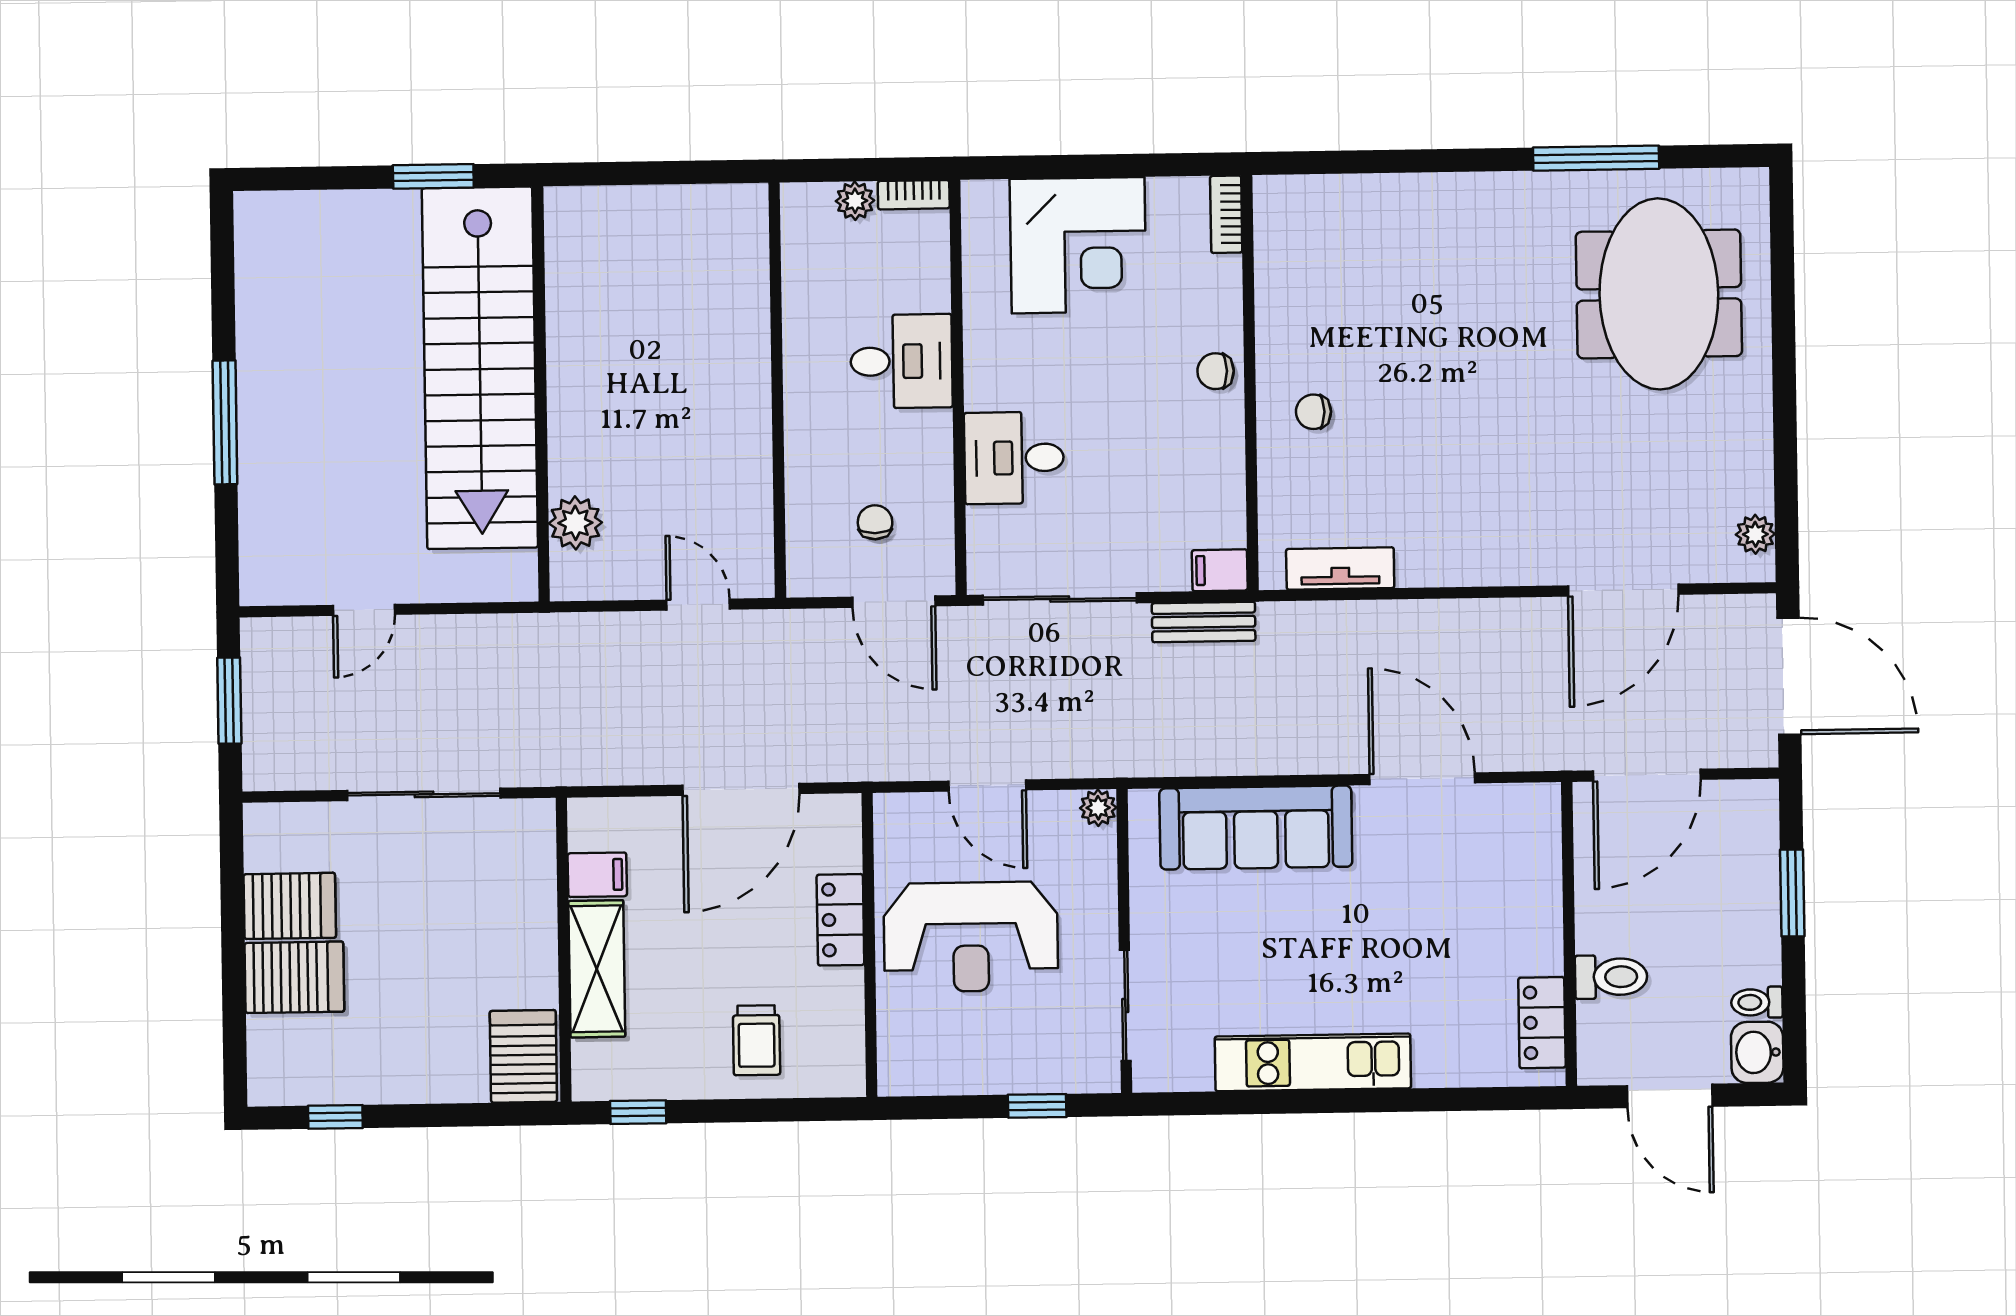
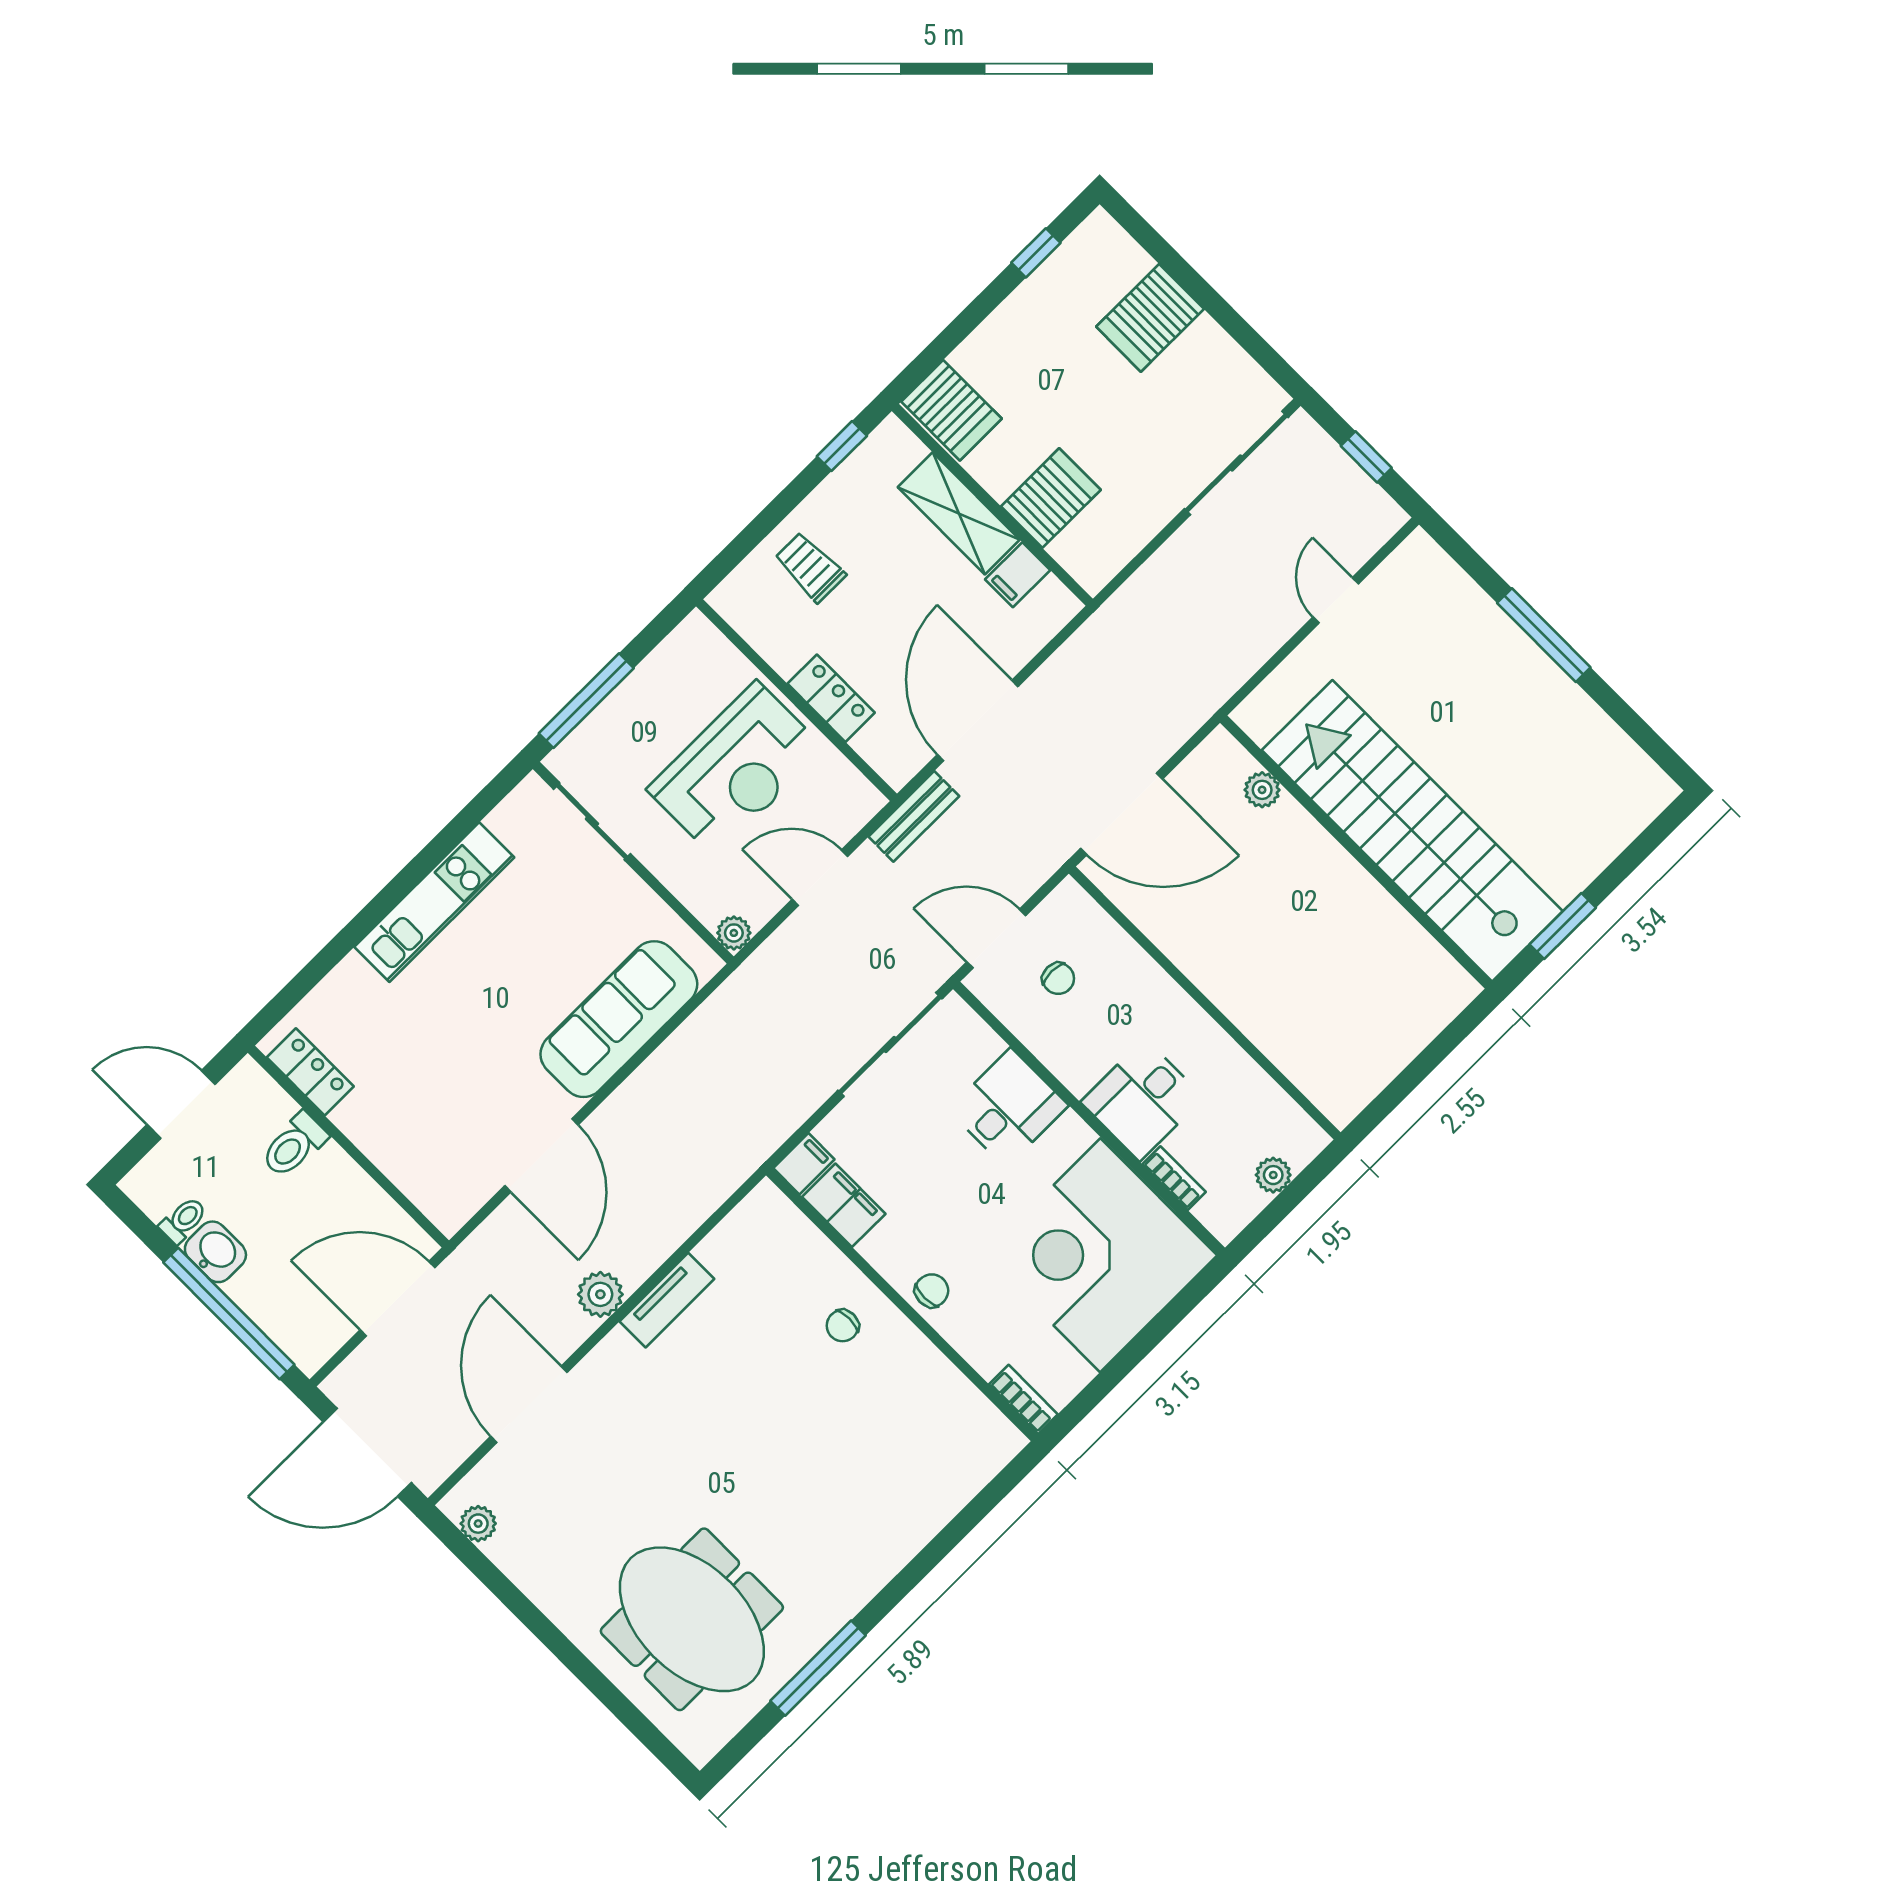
bookcase: (914, 195) -> (1174, 1178), moved, turned 90
corner desk: (1078, 245) -> (1100, 1255), width x1.36, depth x1.36
chair: (1313, 412) -> (843, 1326), turned 180
filing cabinet: (1220, 507) -> (844, 1205), added
plant: (575, 523) -> (1262, 790), width x0.73, depth x0.73
tv unit: (1340, 568) -> (667, 1300), moved
door: (698, 605) -> (1122, 814), width x1.88
bench: (1204, 622) -> (914, 816), moved
plant: (1482, 623) -> (600, 1294), added
window: (229, 701) -> (1366, 457), width x0.67
door: (1647, 775) -> (398, 1299), hinge flipped
door: (1422, 779) -> (541, 1155), hinge flipped
sliding door: (424, 794) -> (1236, 463), moved
window: (1792, 893) -> (229, 1313), width x2.11
server rack: (290, 906) -> (1051, 498), moved, turned 180
reception desk: (971, 937) -> (736, 769), turned 180
washbasin: (1757, 1052) -> (215, 1252), moved
window: (1037, 1106) -> (586, 701), width x2.17

